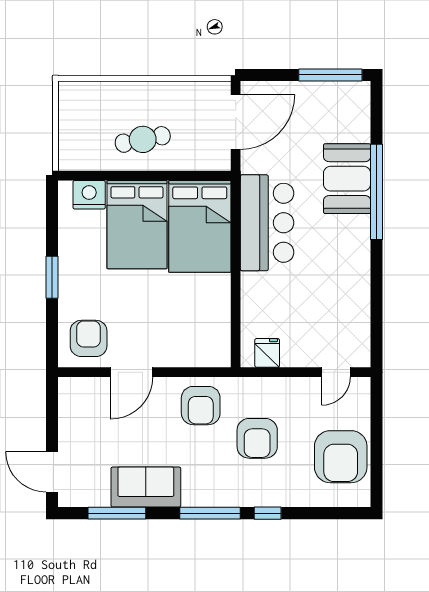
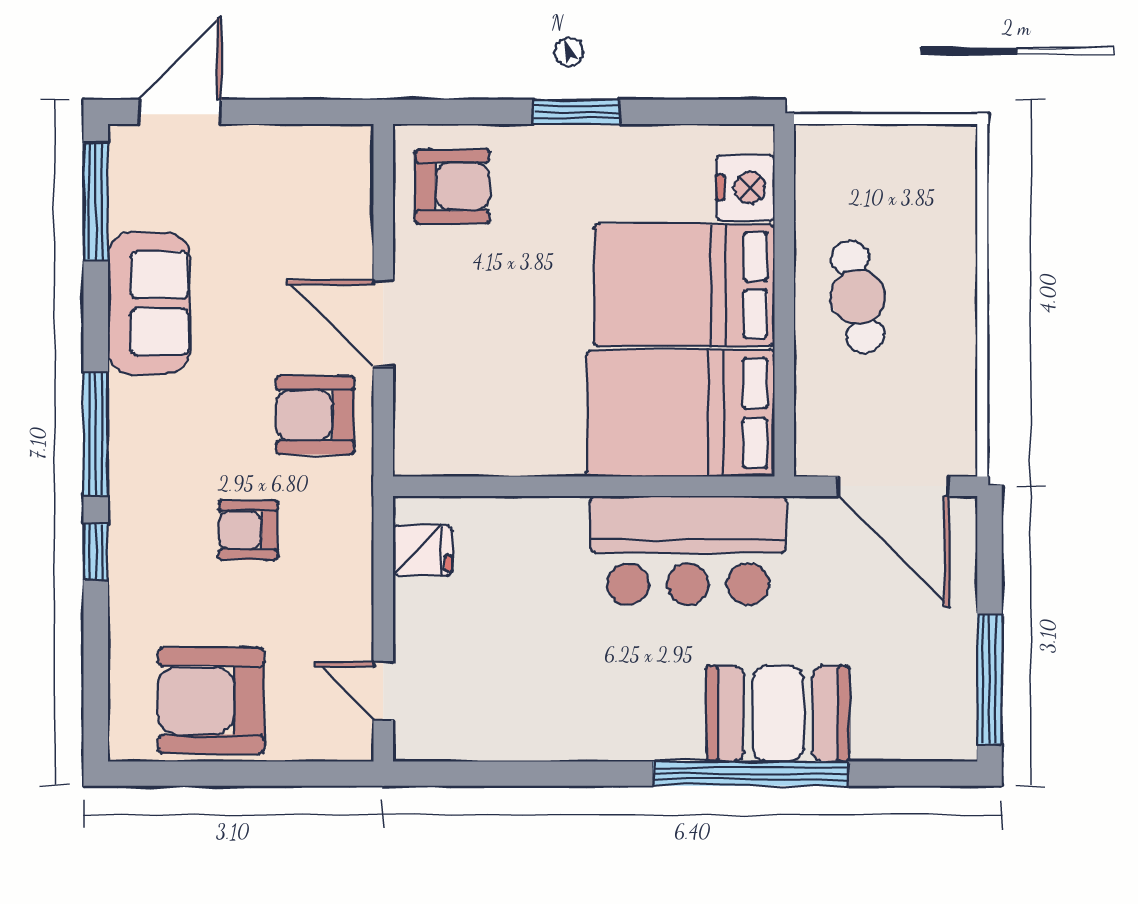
door: (132, 372) -> (383, 323), moved
armchair: (257, 438) -> (248, 530), width x0.72, depth x0.72
window: (117, 513) -> (96, 202), moved

